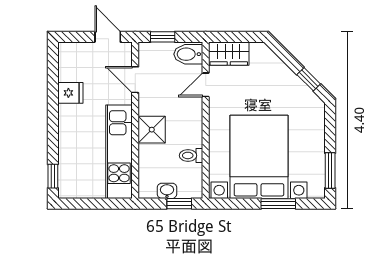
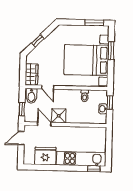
window: (309, 79) -> (38, 41), moved
door: (135, 80) -> (44, 124), swing flipped
fridge: (70, 93) -> (45, 156), width x1.88, depth x1.34
shower: (152, 130) -> (59, 116), moved
kitchen unit: (119, 152) -> (81, 159), moved, turned 180

